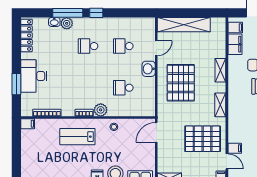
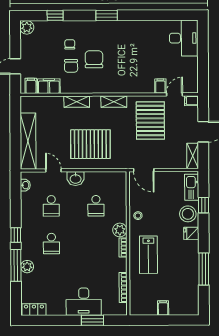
washbasin: (54, 22) -> (25, 185), moved
locker: (27, 35) -> (34, 310), width x0.66
filing cabinet: (28, 124) -> (163, 308), moved

